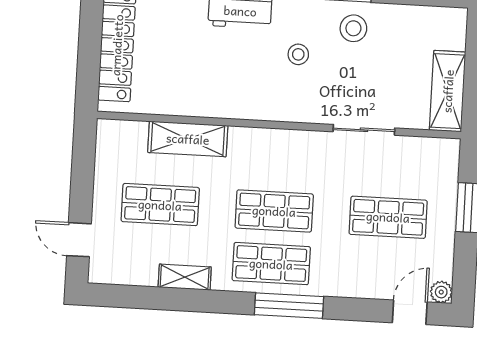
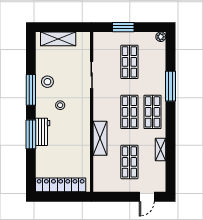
shelving: (448, 91) -> (58, 39), moved
shelving: (188, 139) -> (100, 138), moved
window: (289, 306) -> (170, 86), moved
door: (410, 312) -> (170, 50), removed

